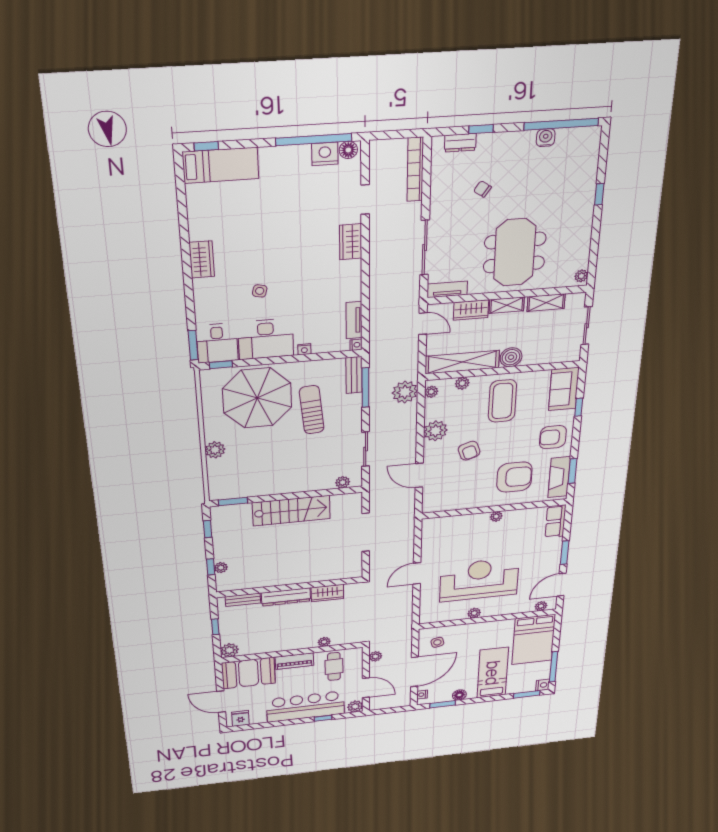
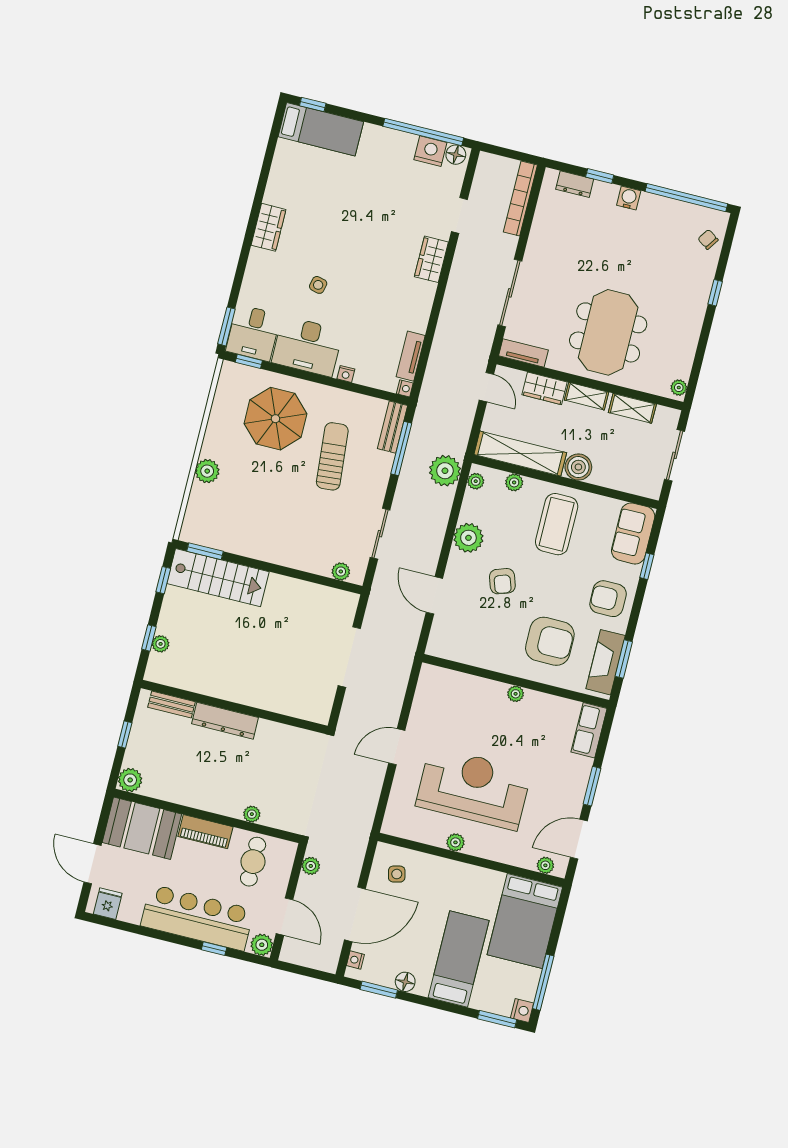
water cooler: (546, 138) -> (629, 198), moved
chair: (482, 189) -> (708, 239), moved
parasol: (257, 398) -> (275, 419), width x0.73, depth x0.73
stairs: (291, 511) -> (218, 578), moved
wardrobe: (327, 593) -> (278, 735), removed

